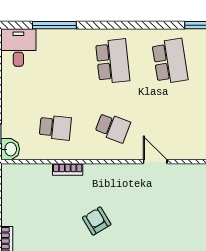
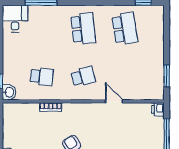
school desk: (113, 127) -> (83, 77), turned -36

